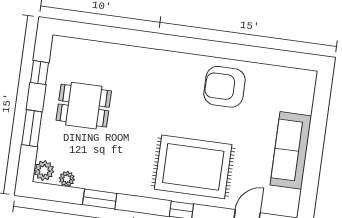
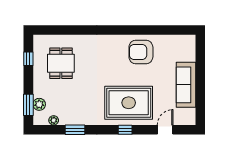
dining table: (84, 106) -> (61, 63), moved, turned 90
window: (32, 128) -> (28, 105), moved
plant: (44, 171) -> (39, 104), moved

